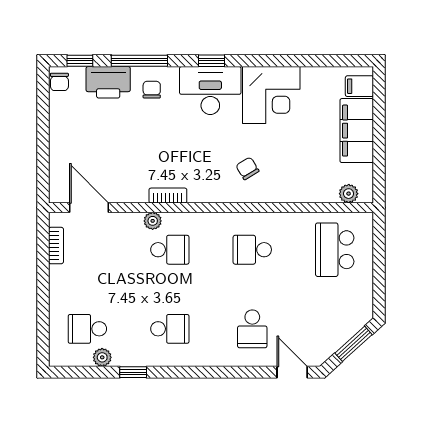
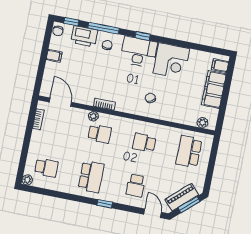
filing cabinet: (62, 128) -> (54, 56), added
school desk: (87, 329) -> (46, 168), turned 180
school desk: (170, 329) -> (91, 177), width x1.85
piano: (338, 333) -> (182, 197), added
plant: (102, 357) -> (27, 180), moved
window: (133, 372) -> (105, 204), moved

